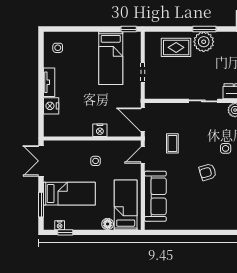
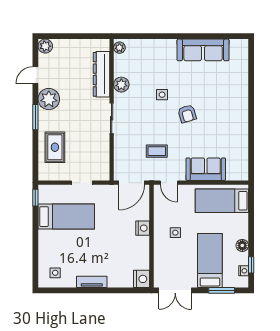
plant: (204, 42) -> (49, 99), moved
nightstand: (51, 106) -> (142, 279), moved, turned -90
sofa: (155, 196) -> (206, 169), width x0.73
floor lamp: (108, 224) -> (242, 245), moved

